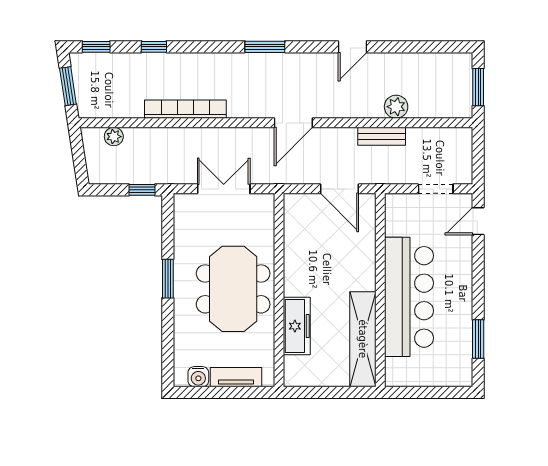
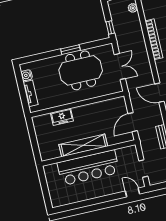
meeting table: (233, 289) -> (81, 70), moved
freezer: (297, 326) -> (62, 117), width x0.71
shelving: (363, 339) -> (83, 145), moved
window: (478, 339) -> (76, 206), removed

